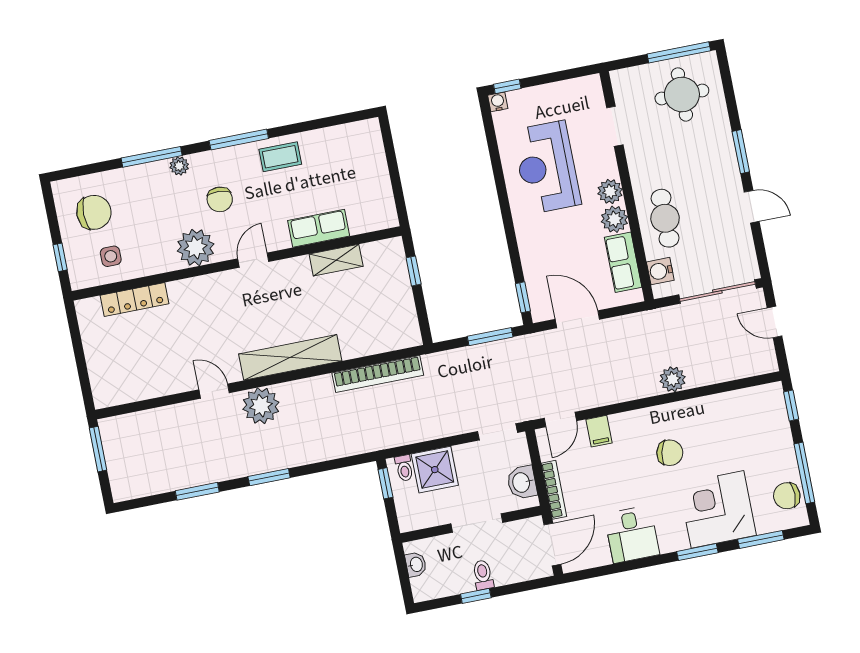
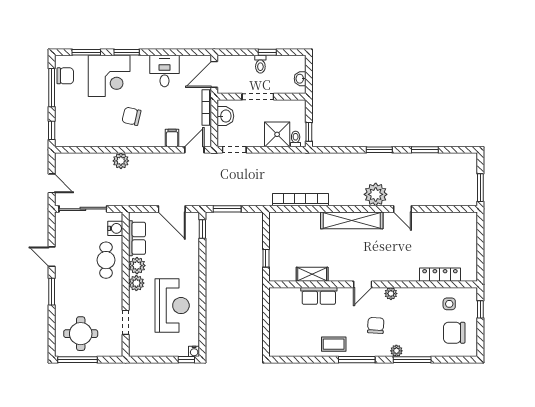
plant: (196, 247) -> (391, 294), width x0.53, depth x0.53

